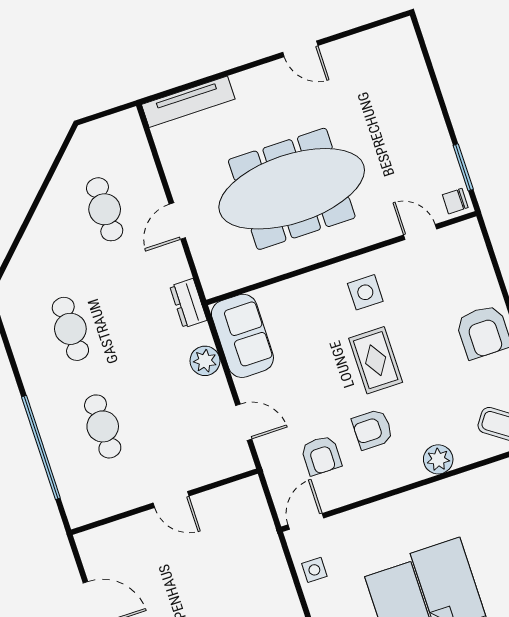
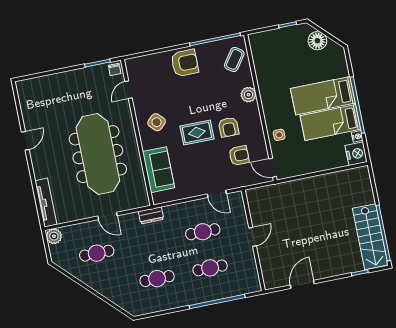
side table: (365, 292) -> (157, 122), turned 45
sofa: (242, 336) -> (159, 170), moved, turned 90
rug: (376, 360) -> (197, 132), moved
plant: (205, 361) -> (54, 236), moved
cafe table: (169, 404) -> (203, 232), added
door: (244, 422) -> (217, 194), swing flipped
side table: (314, 570) -> (279, 135), moved

